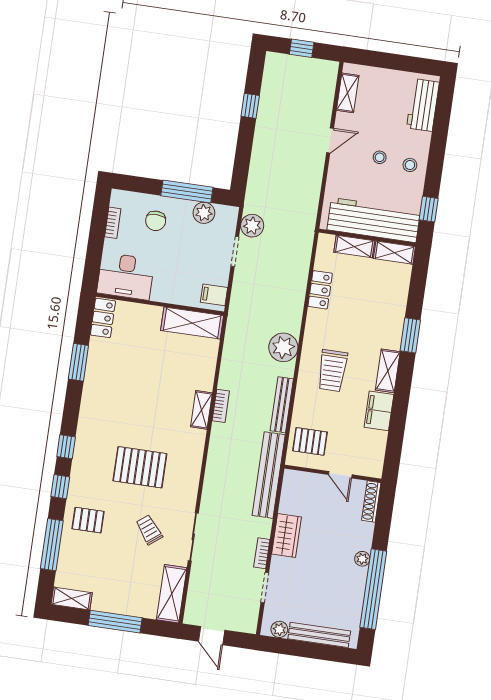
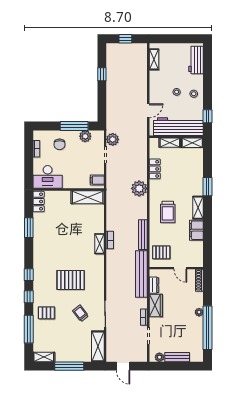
door: (330, 140) -> (148, 111), moved
plant: (283, 347) -> (139, 188), moved
dresser: (288, 498) -> (154, 285), added
bench: (319, 635) -> (177, 357), width x0.73

